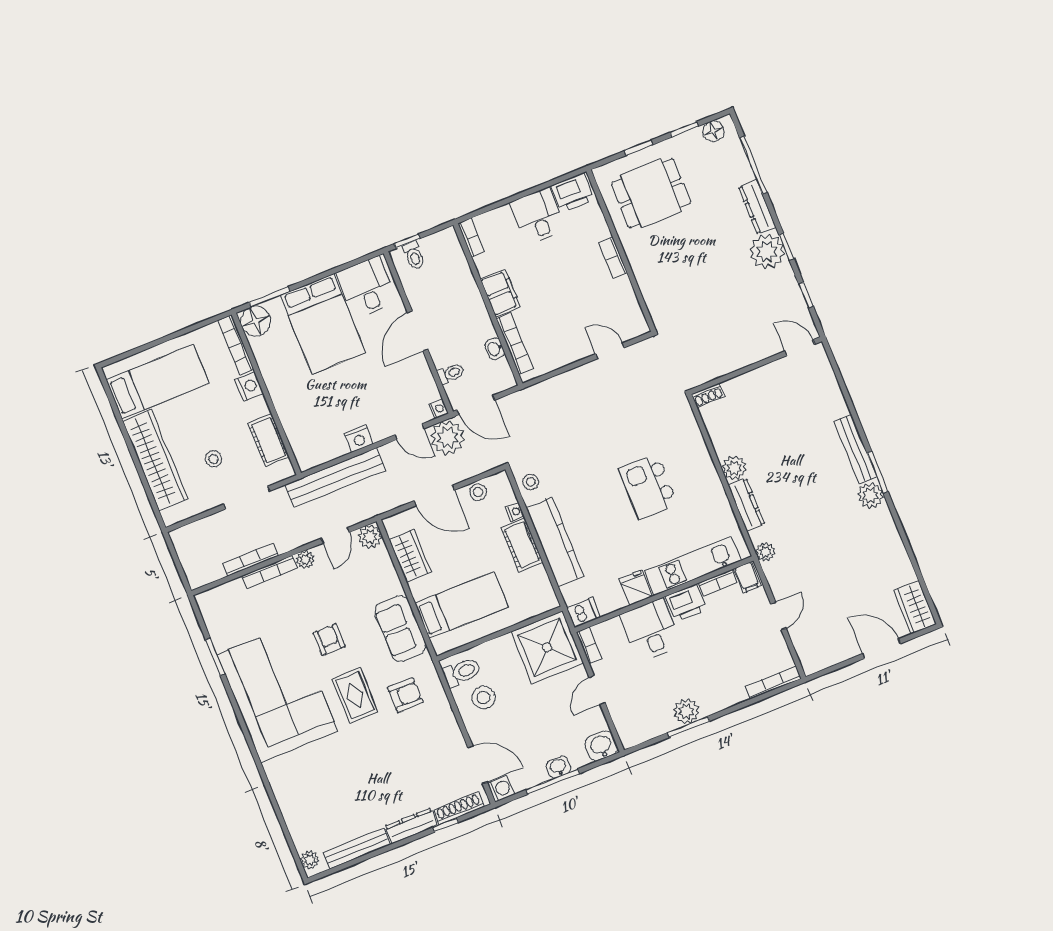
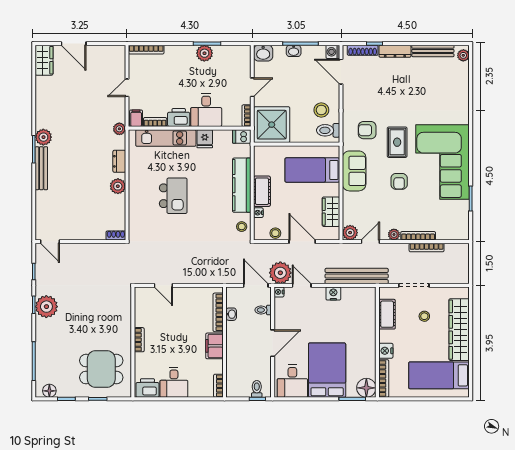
dresser: (757, 207) -> (42, 335), removed
dresser: (747, 505) -> (119, 161), width x0.70

